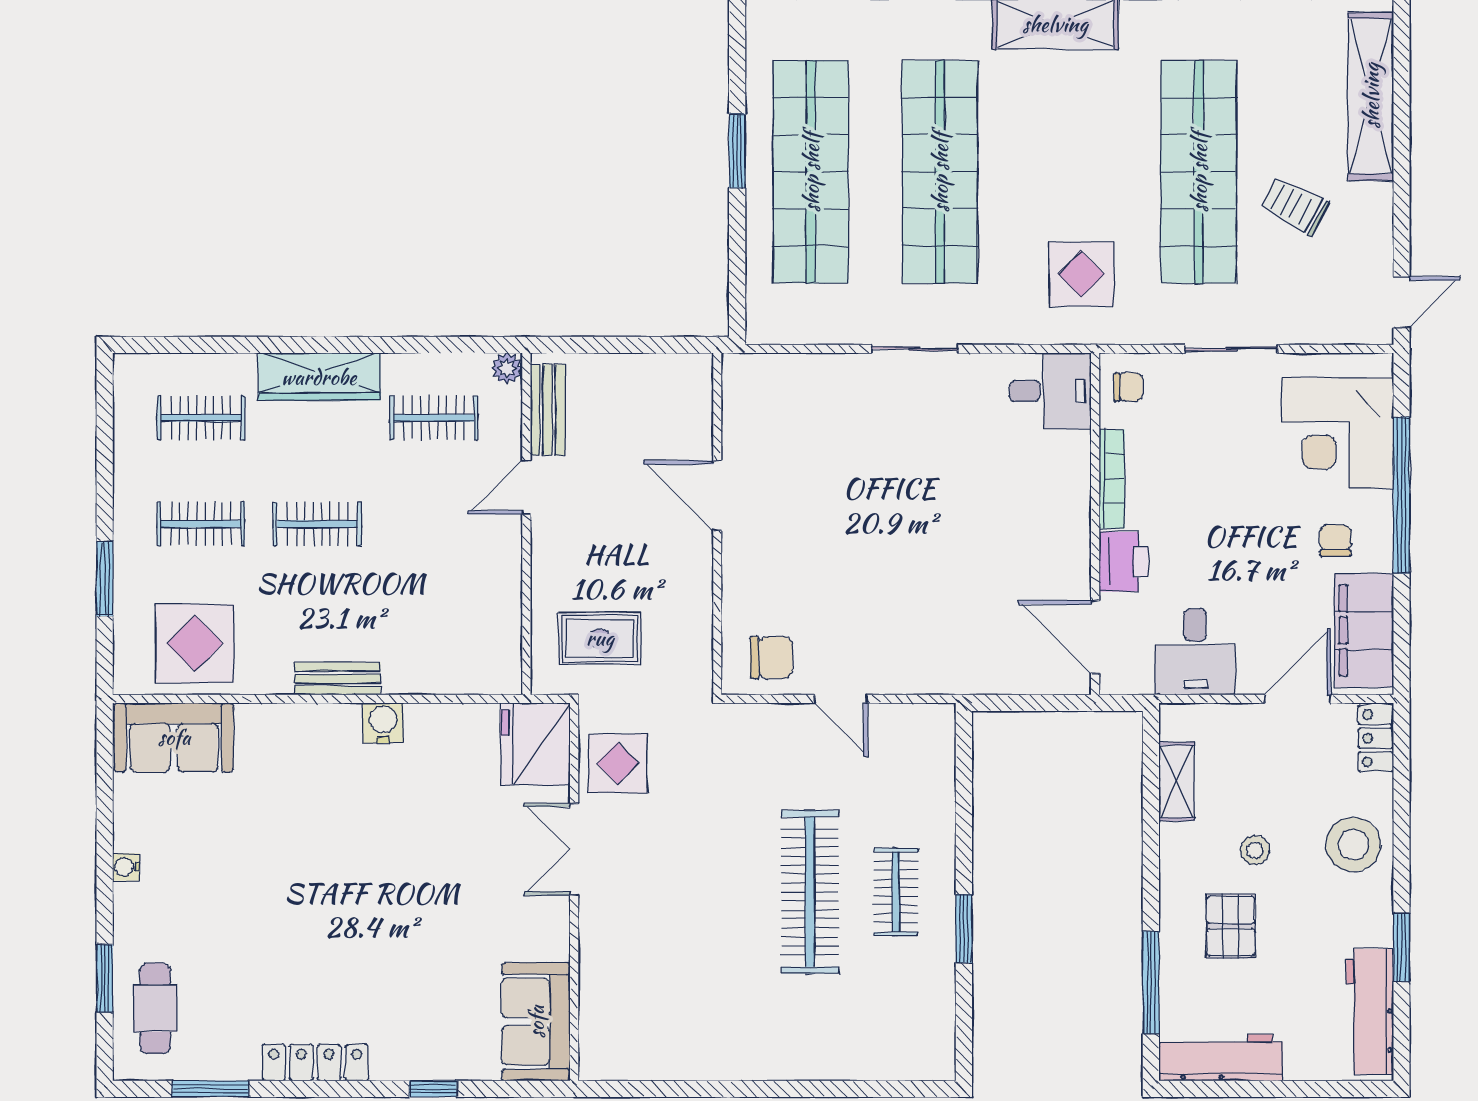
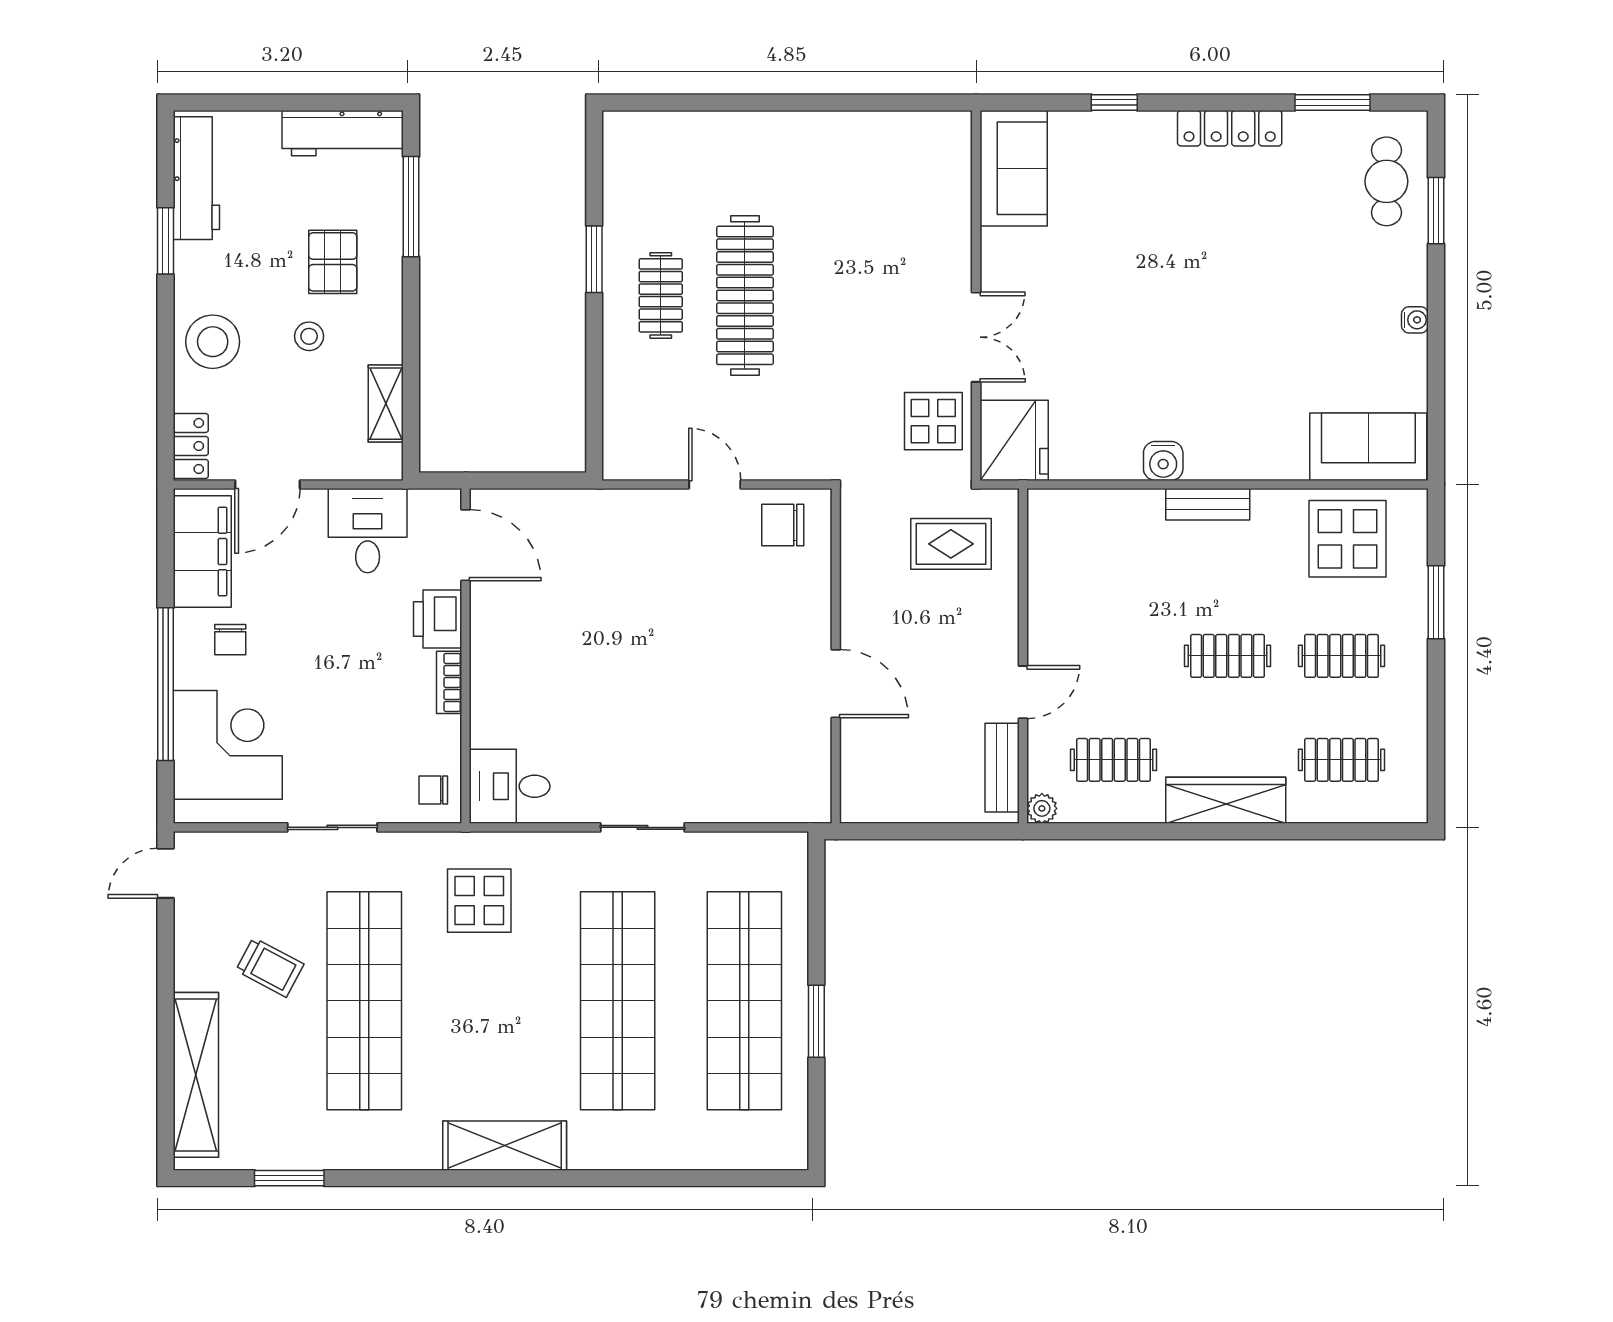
bookcase: (1112, 479) -> (449, 682), width x0.64

